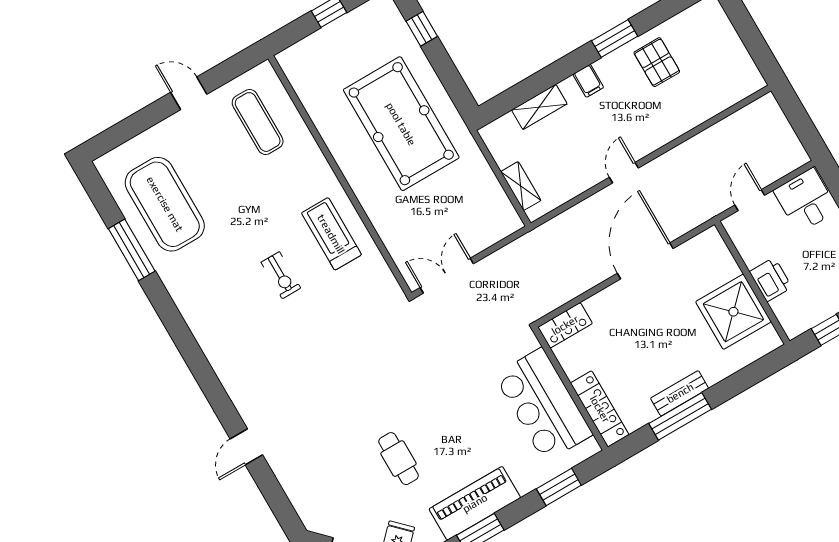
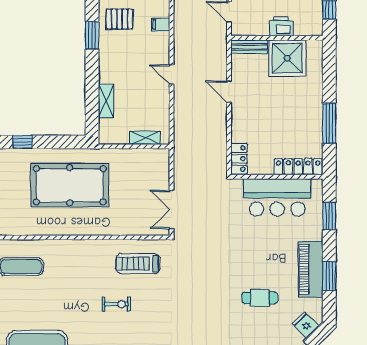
filing cabinet: (588, 81) -> (161, 25), moved, turned 180
treadmill: (331, 234) -> (138, 264), moved
door: (645, 261) -> (229, 92), width x0.53
bench: (680, 393) -> (249, 47), moved, turned 90

